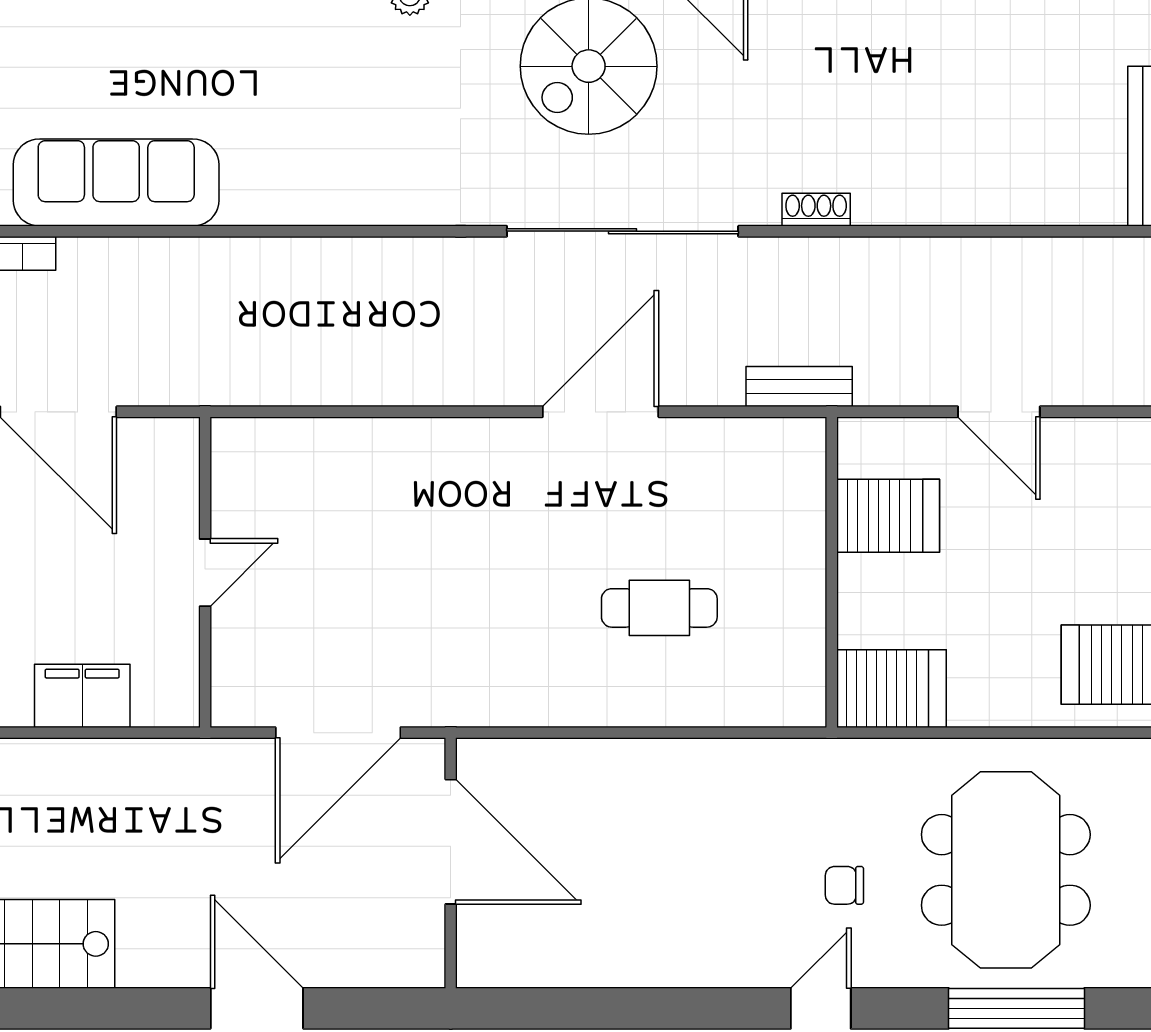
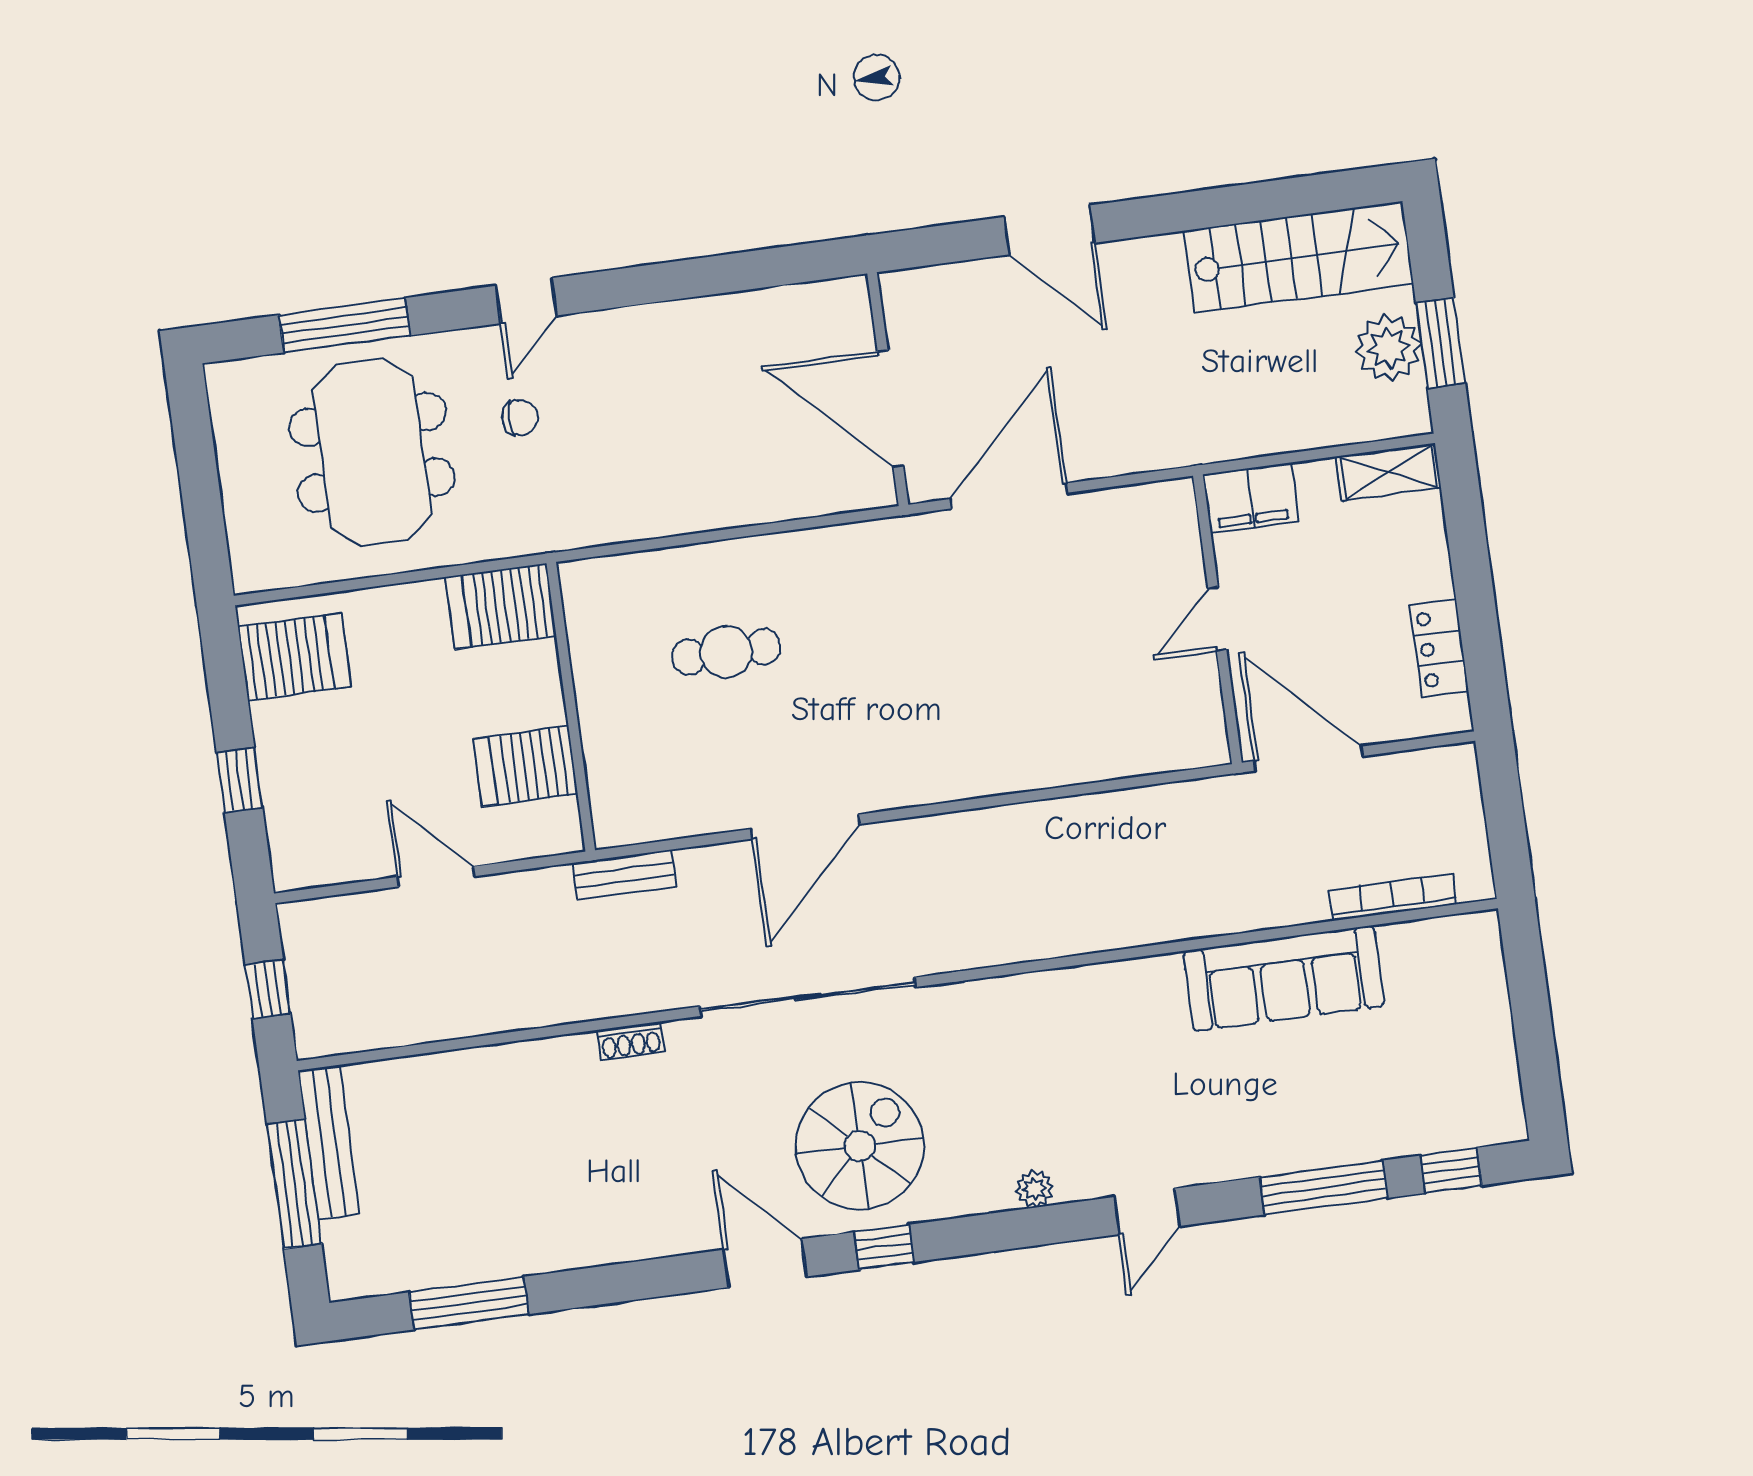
wall: (205, 572) -> (1217, 619), moved
door: (205, 573) -> (1217, 619), moved

